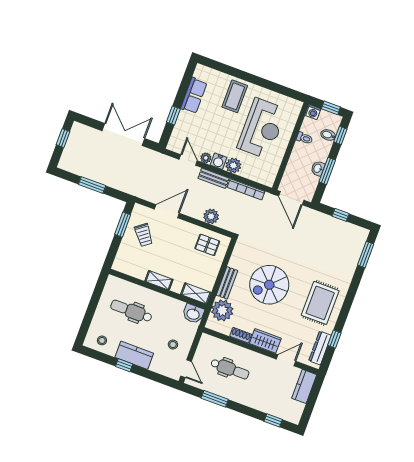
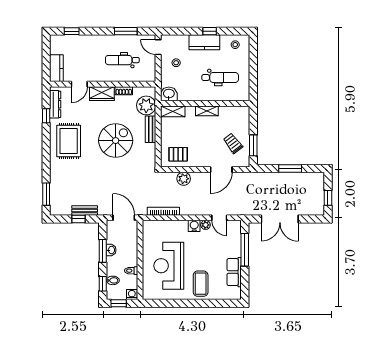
window: (173, 115) -> (245, 250), width x2.17
plant: (233, 166) -> (181, 227), removed
bench: (214, 178) -> (85, 211), moved

